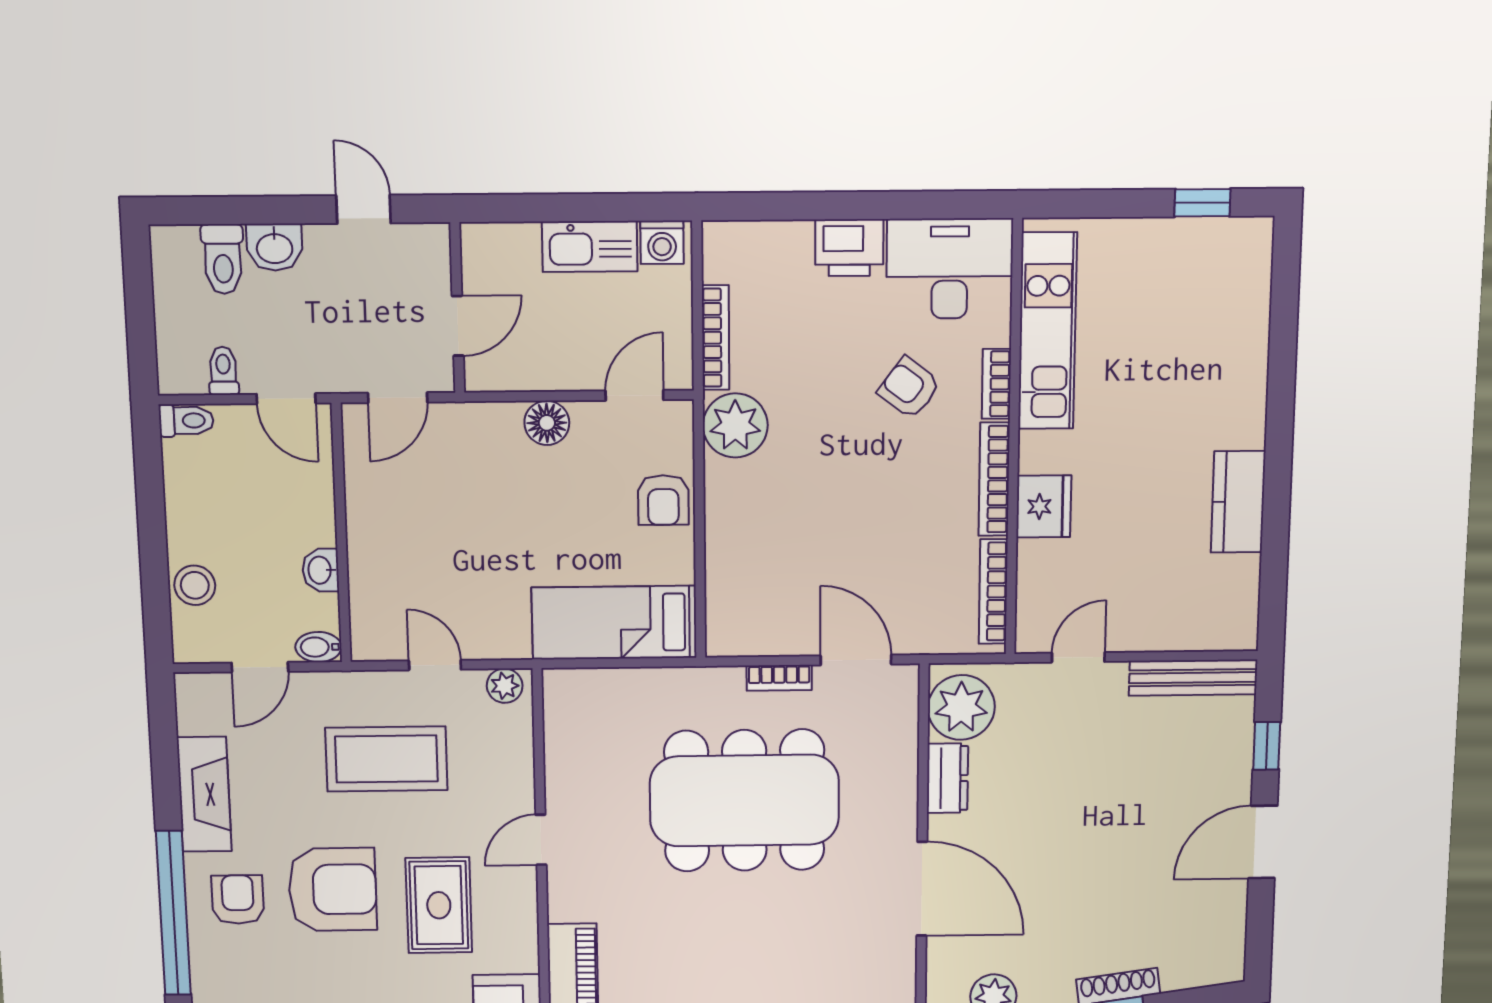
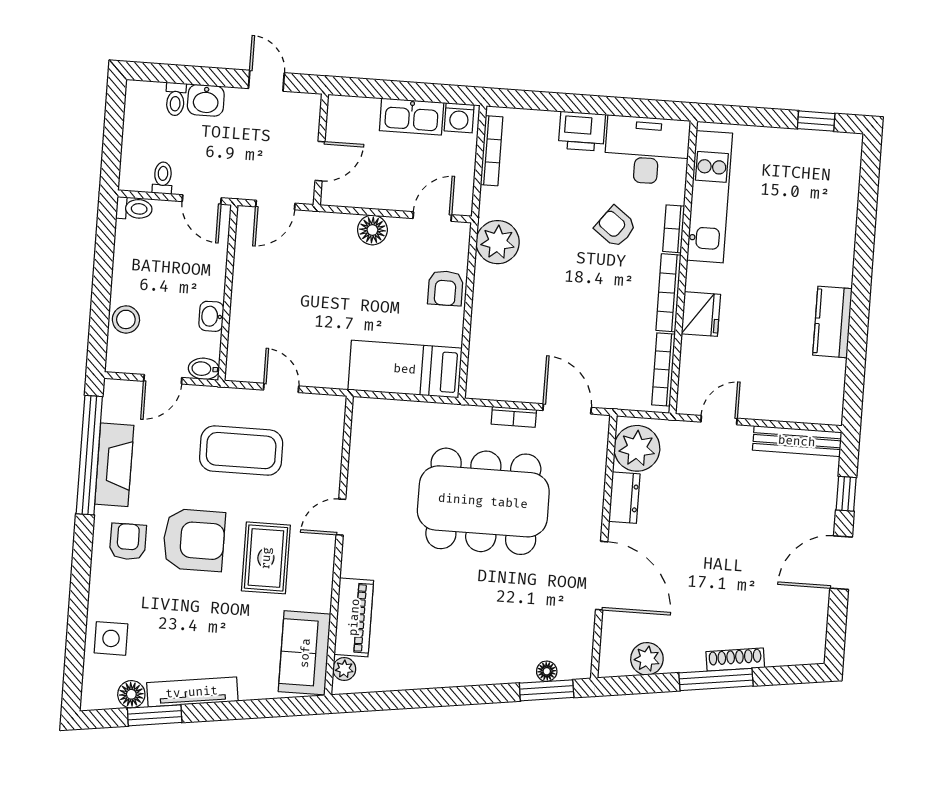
toilet: (223, 259) -> (175, 99), width x0.73, depth x0.72
bookcase: (716, 338) -> (492, 151), moved
plant: (505, 686) -> (327, 406), removed
window: (173, 913) -> (89, 455), moved

